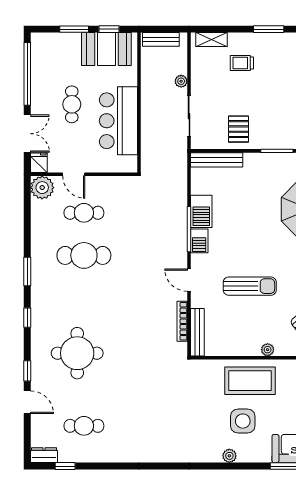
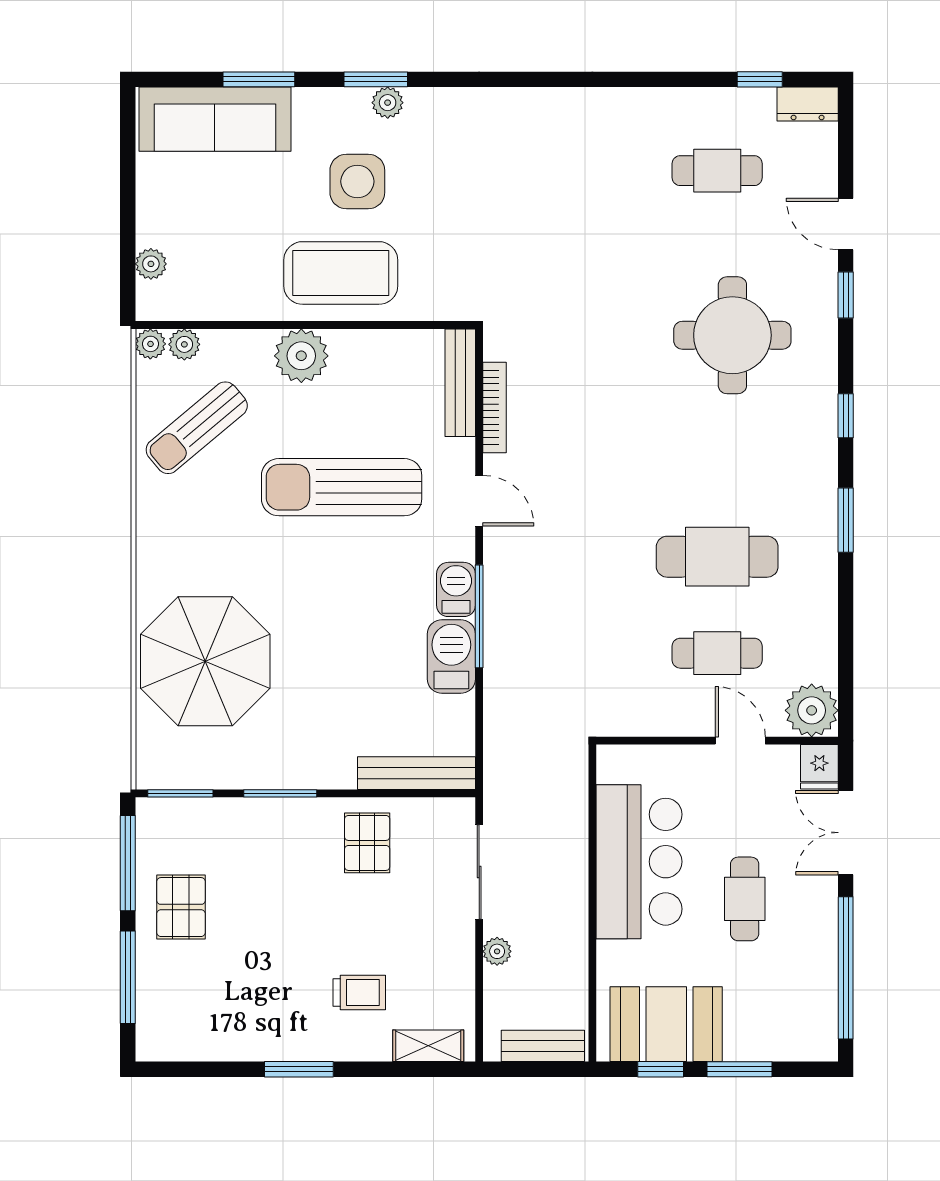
sun lounger: (250, 286) -> (342, 487), width x1.36, depth x1.34
plant: (268, 350) -> (301, 356), width x1.88, depth x1.88
window: (235, 466) -> (376, 79), added

